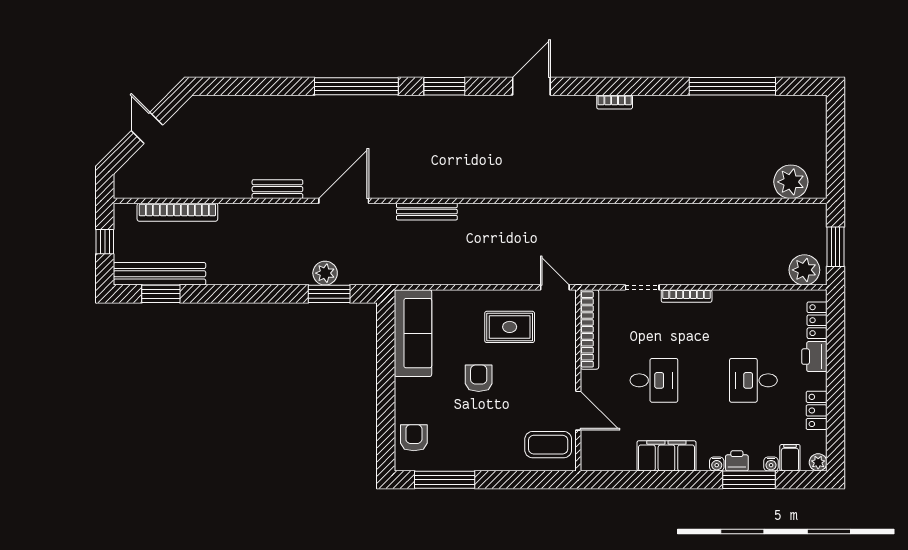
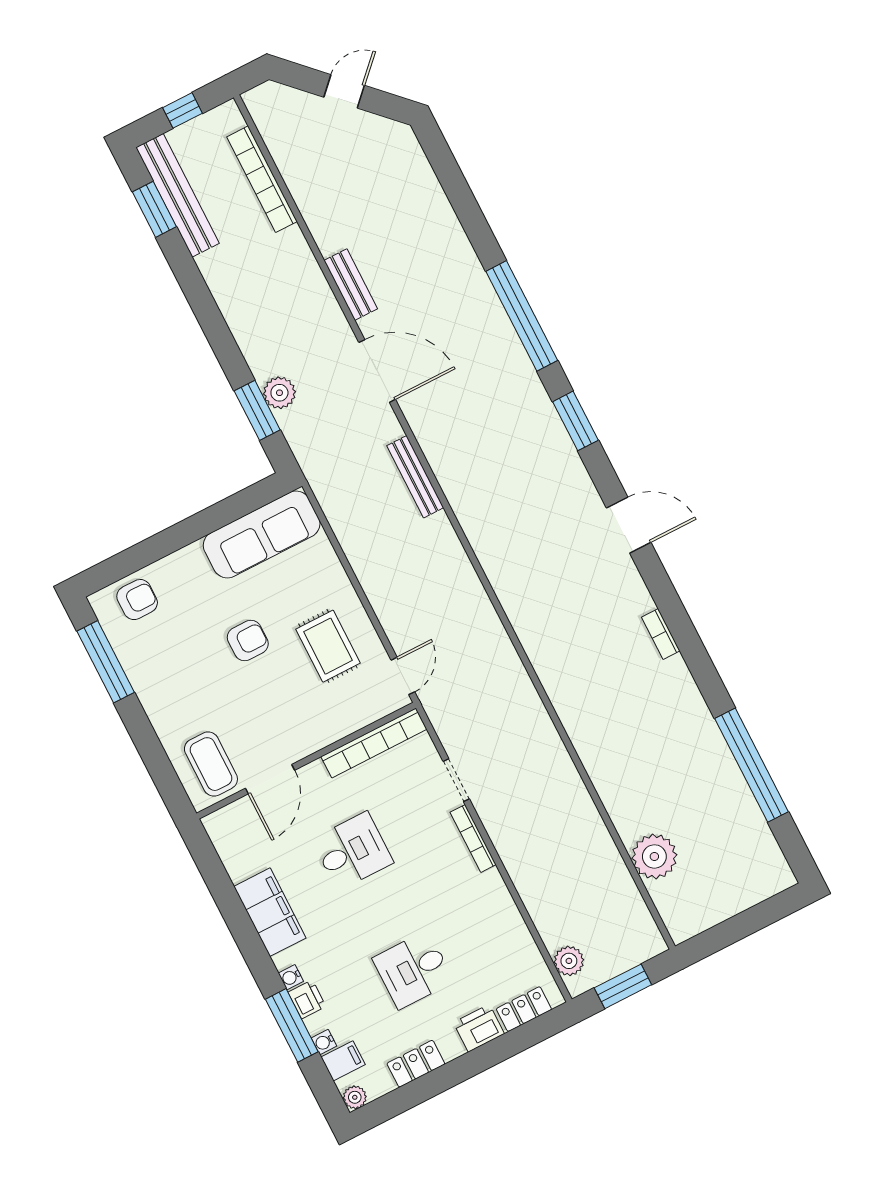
plant: (791, 182) -> (654, 856), moved
plant: (804, 270) -> (569, 961), width x0.73, depth x0.73
desk: (654, 380) -> (352, 851), turned -90
desk: (753, 380) -> (413, 970), turned -90

